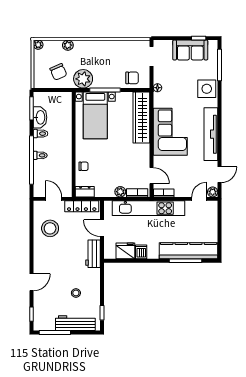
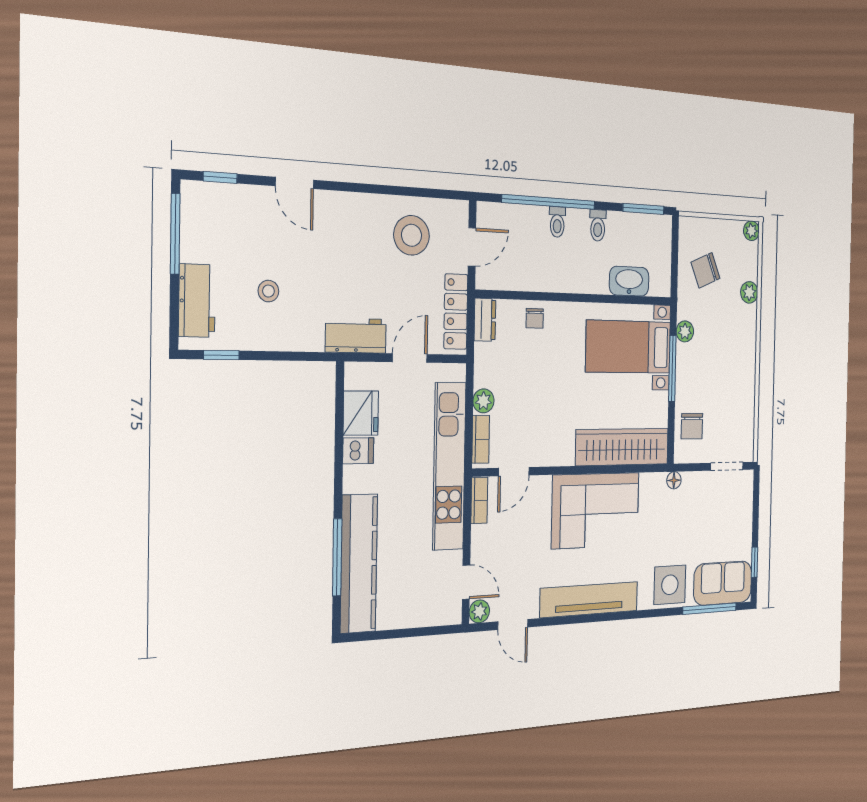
sofa: (190, 50) -> (723, 583), moved, turned 90
plant: (83, 79) -> (685, 331), width x0.53, depth x0.53
washbasin: (40, 117) -> (629, 281), moved, turned 180
workbench: (75, 323) -> (197, 301), width x0.73

